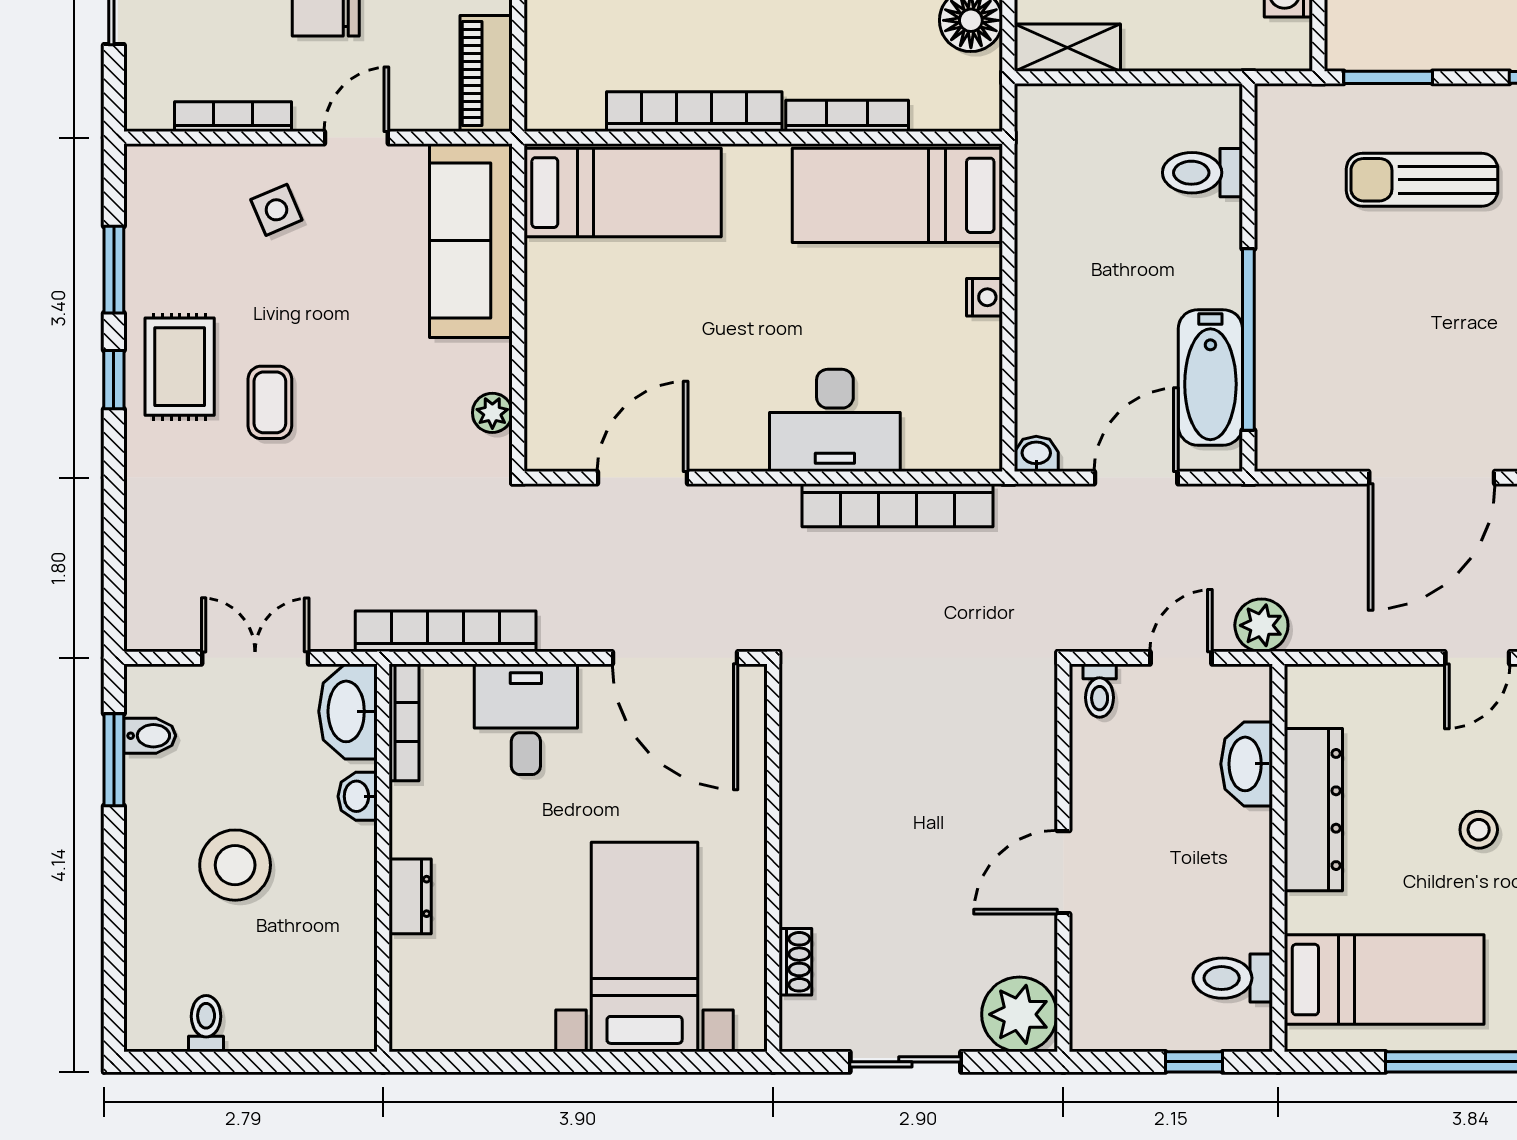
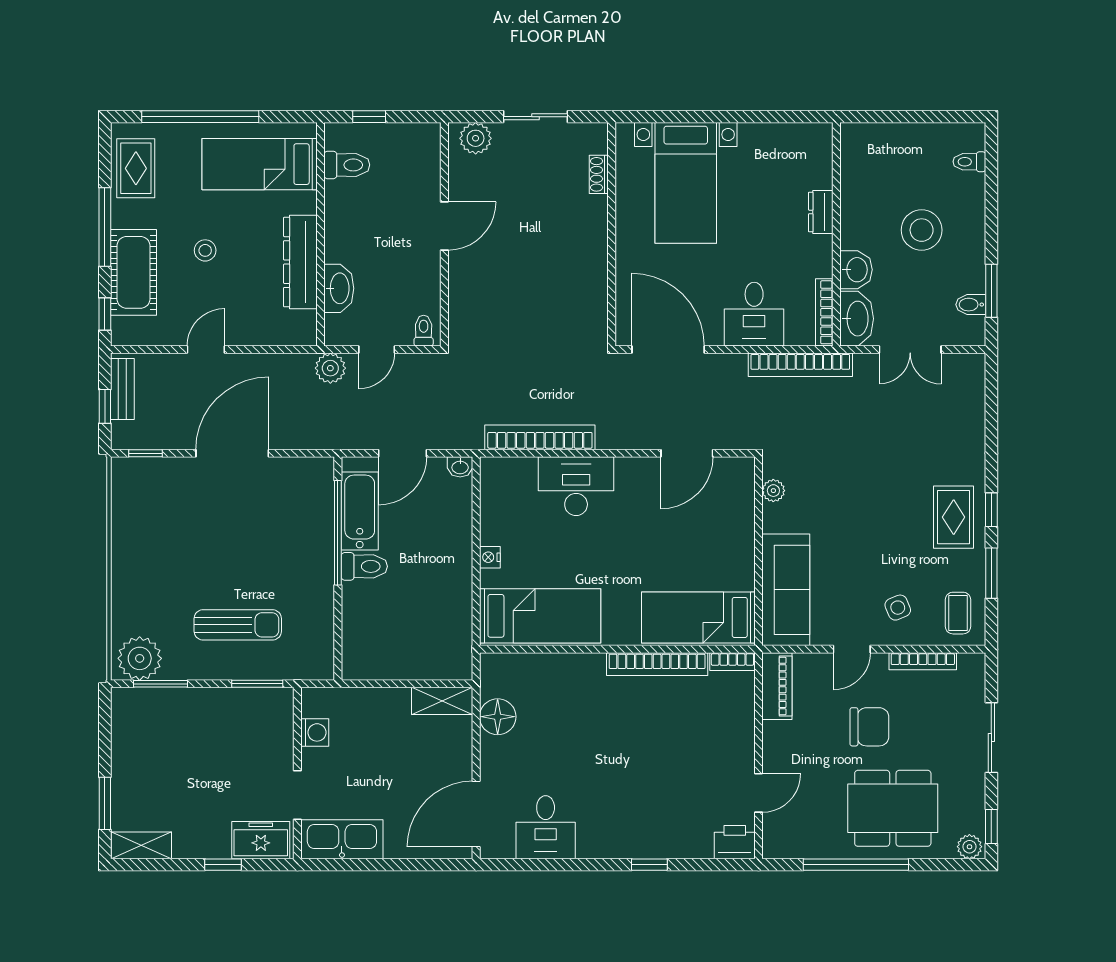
bookcase: (847, 116) -> (732, 662), moved, width x0.64
toilet: (1202, 173) -> (364, 566), moved
coffee table: (270, 402) -> (958, 613), moved
washbasin: (358, 796) -> (856, 270), width x1.38, depth x1.45
plant: (1019, 1014) -> (476, 138), width x0.73, depth x0.73
toilet: (206, 1024) -> (969, 162), moved, turned 90

